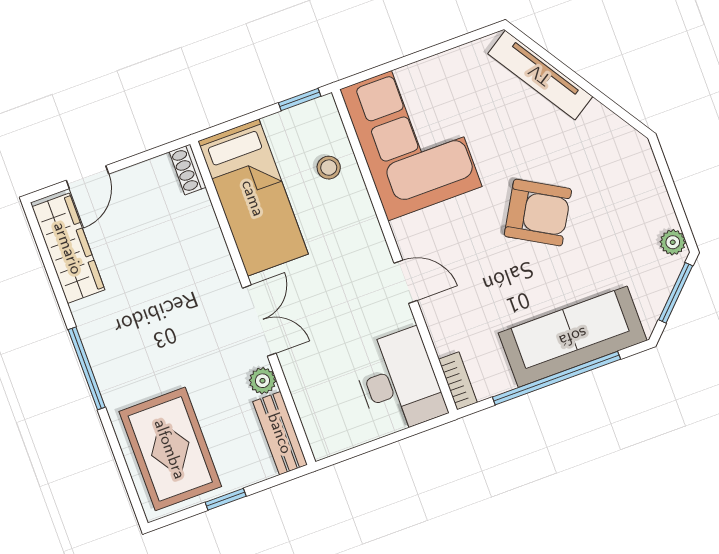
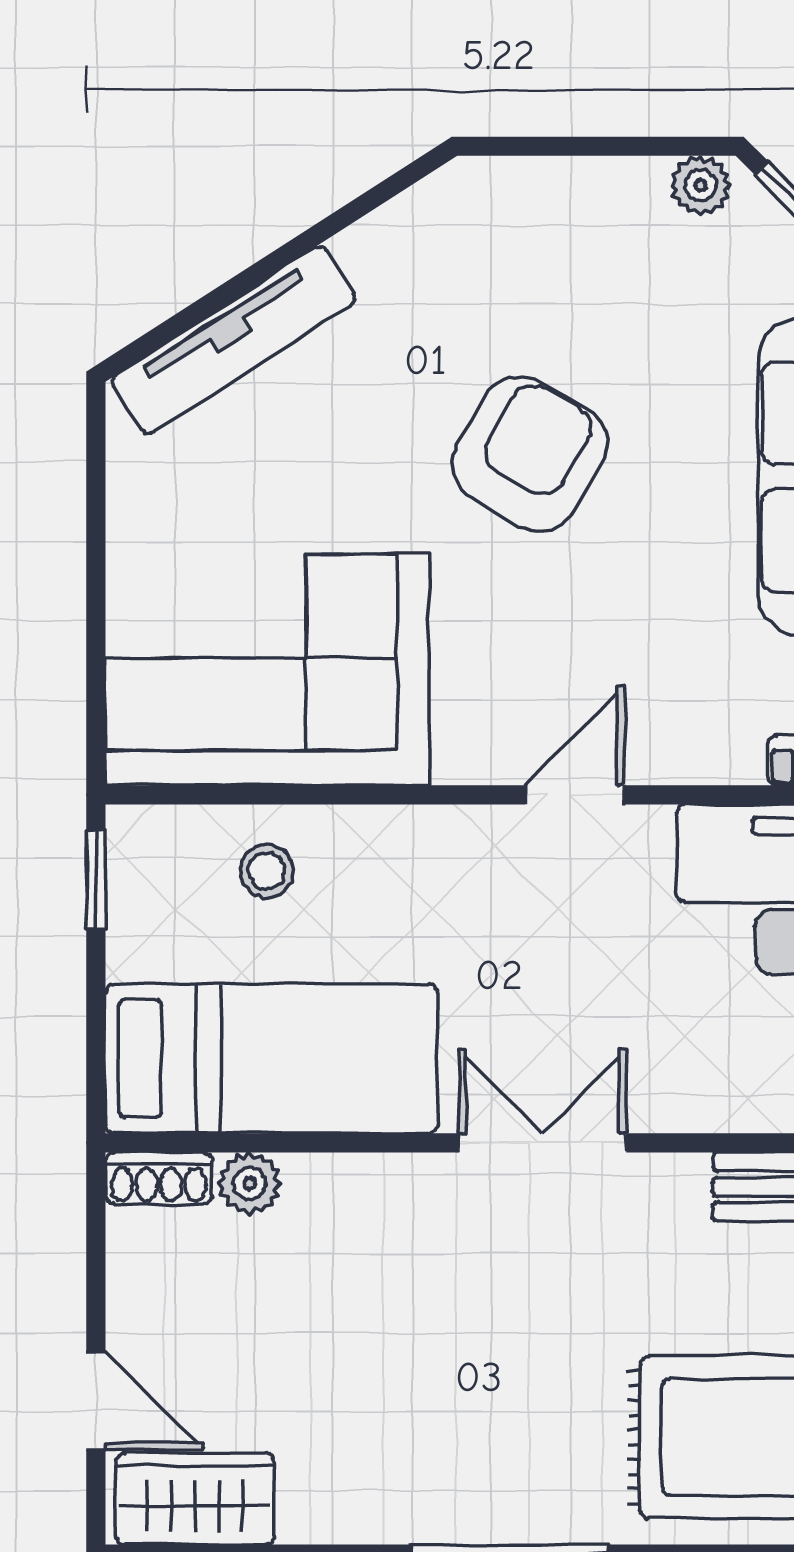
wardrobe: (68, 248) -> (195, 1499), width x0.67
plant: (263, 381) -> (250, 1183), moved

